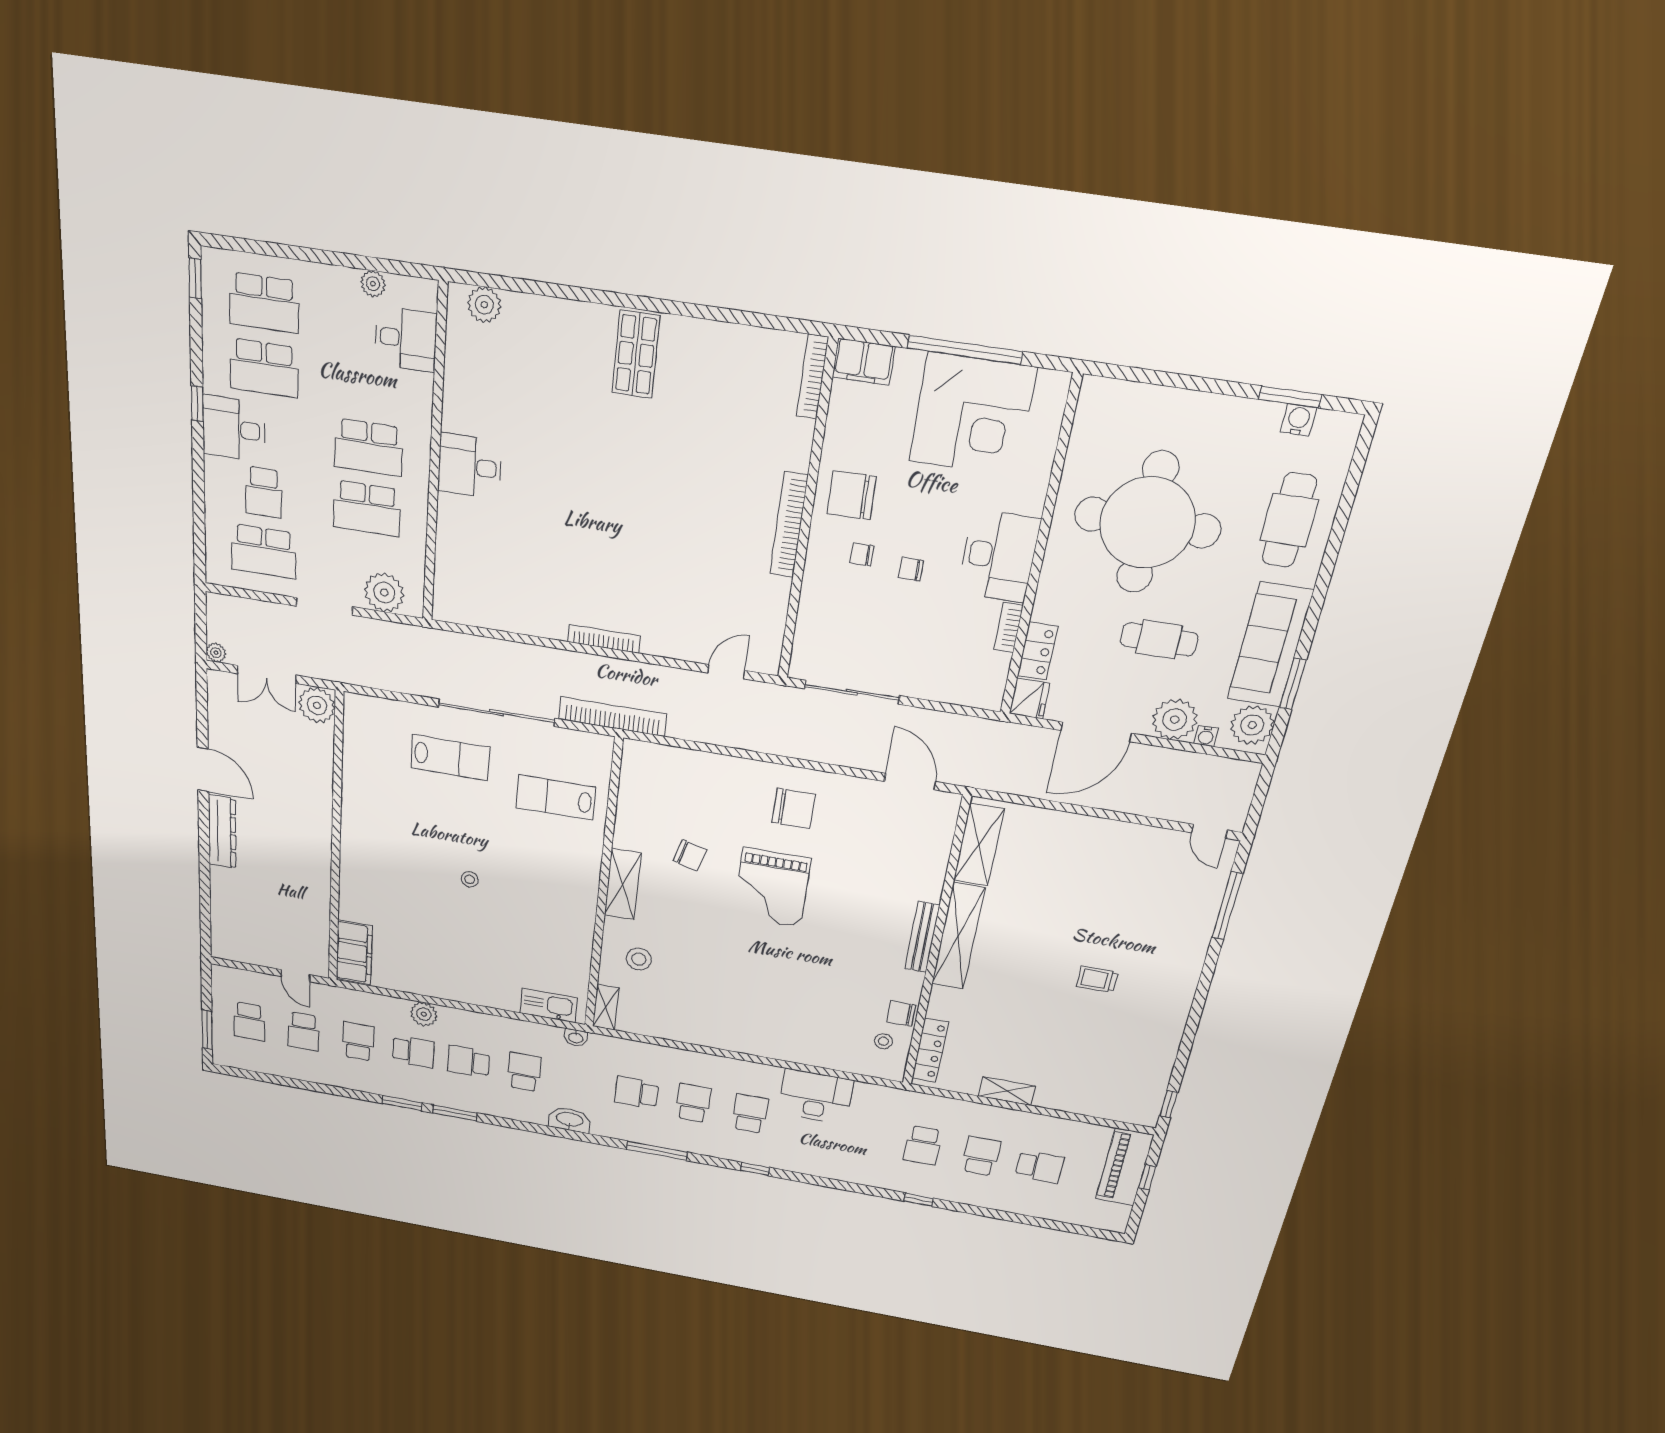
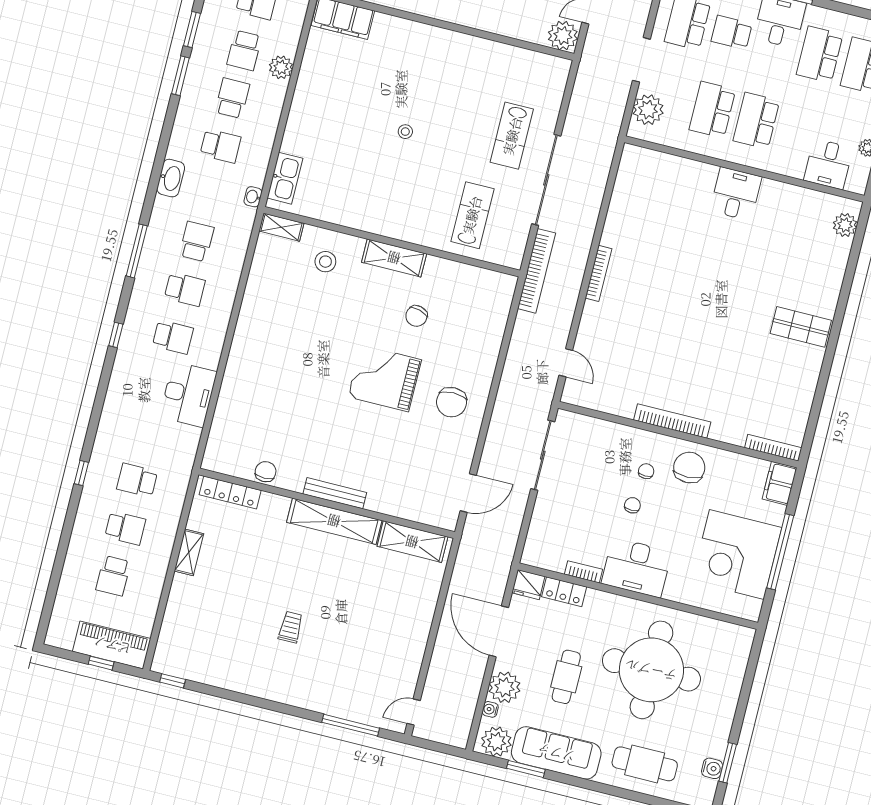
stool: (883, 1041) -> (240, 455), removed

